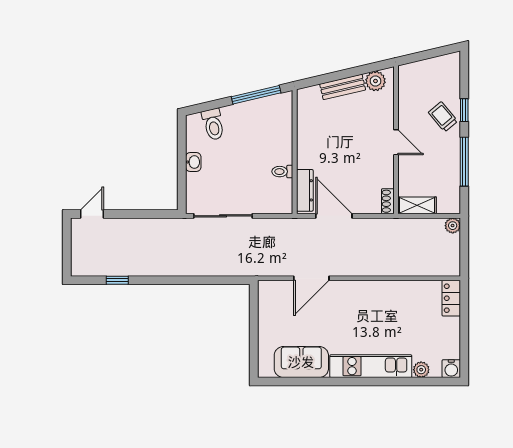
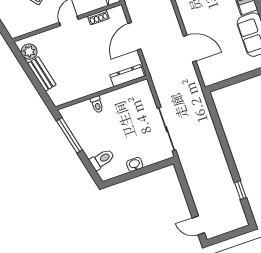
toilet: (282, 172) -> (97, 104), moved
shoe rack: (388, 201) -> (98, 17), moved
door: (334, 216) -> (134, 36), moved

